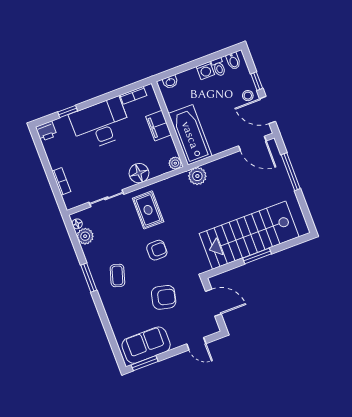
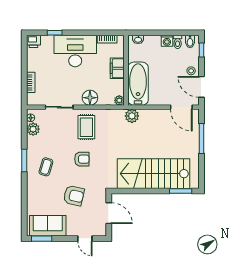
window: (257, 81) -> (202, 50), moved
window: (257, 256) -> (181, 191), moved

